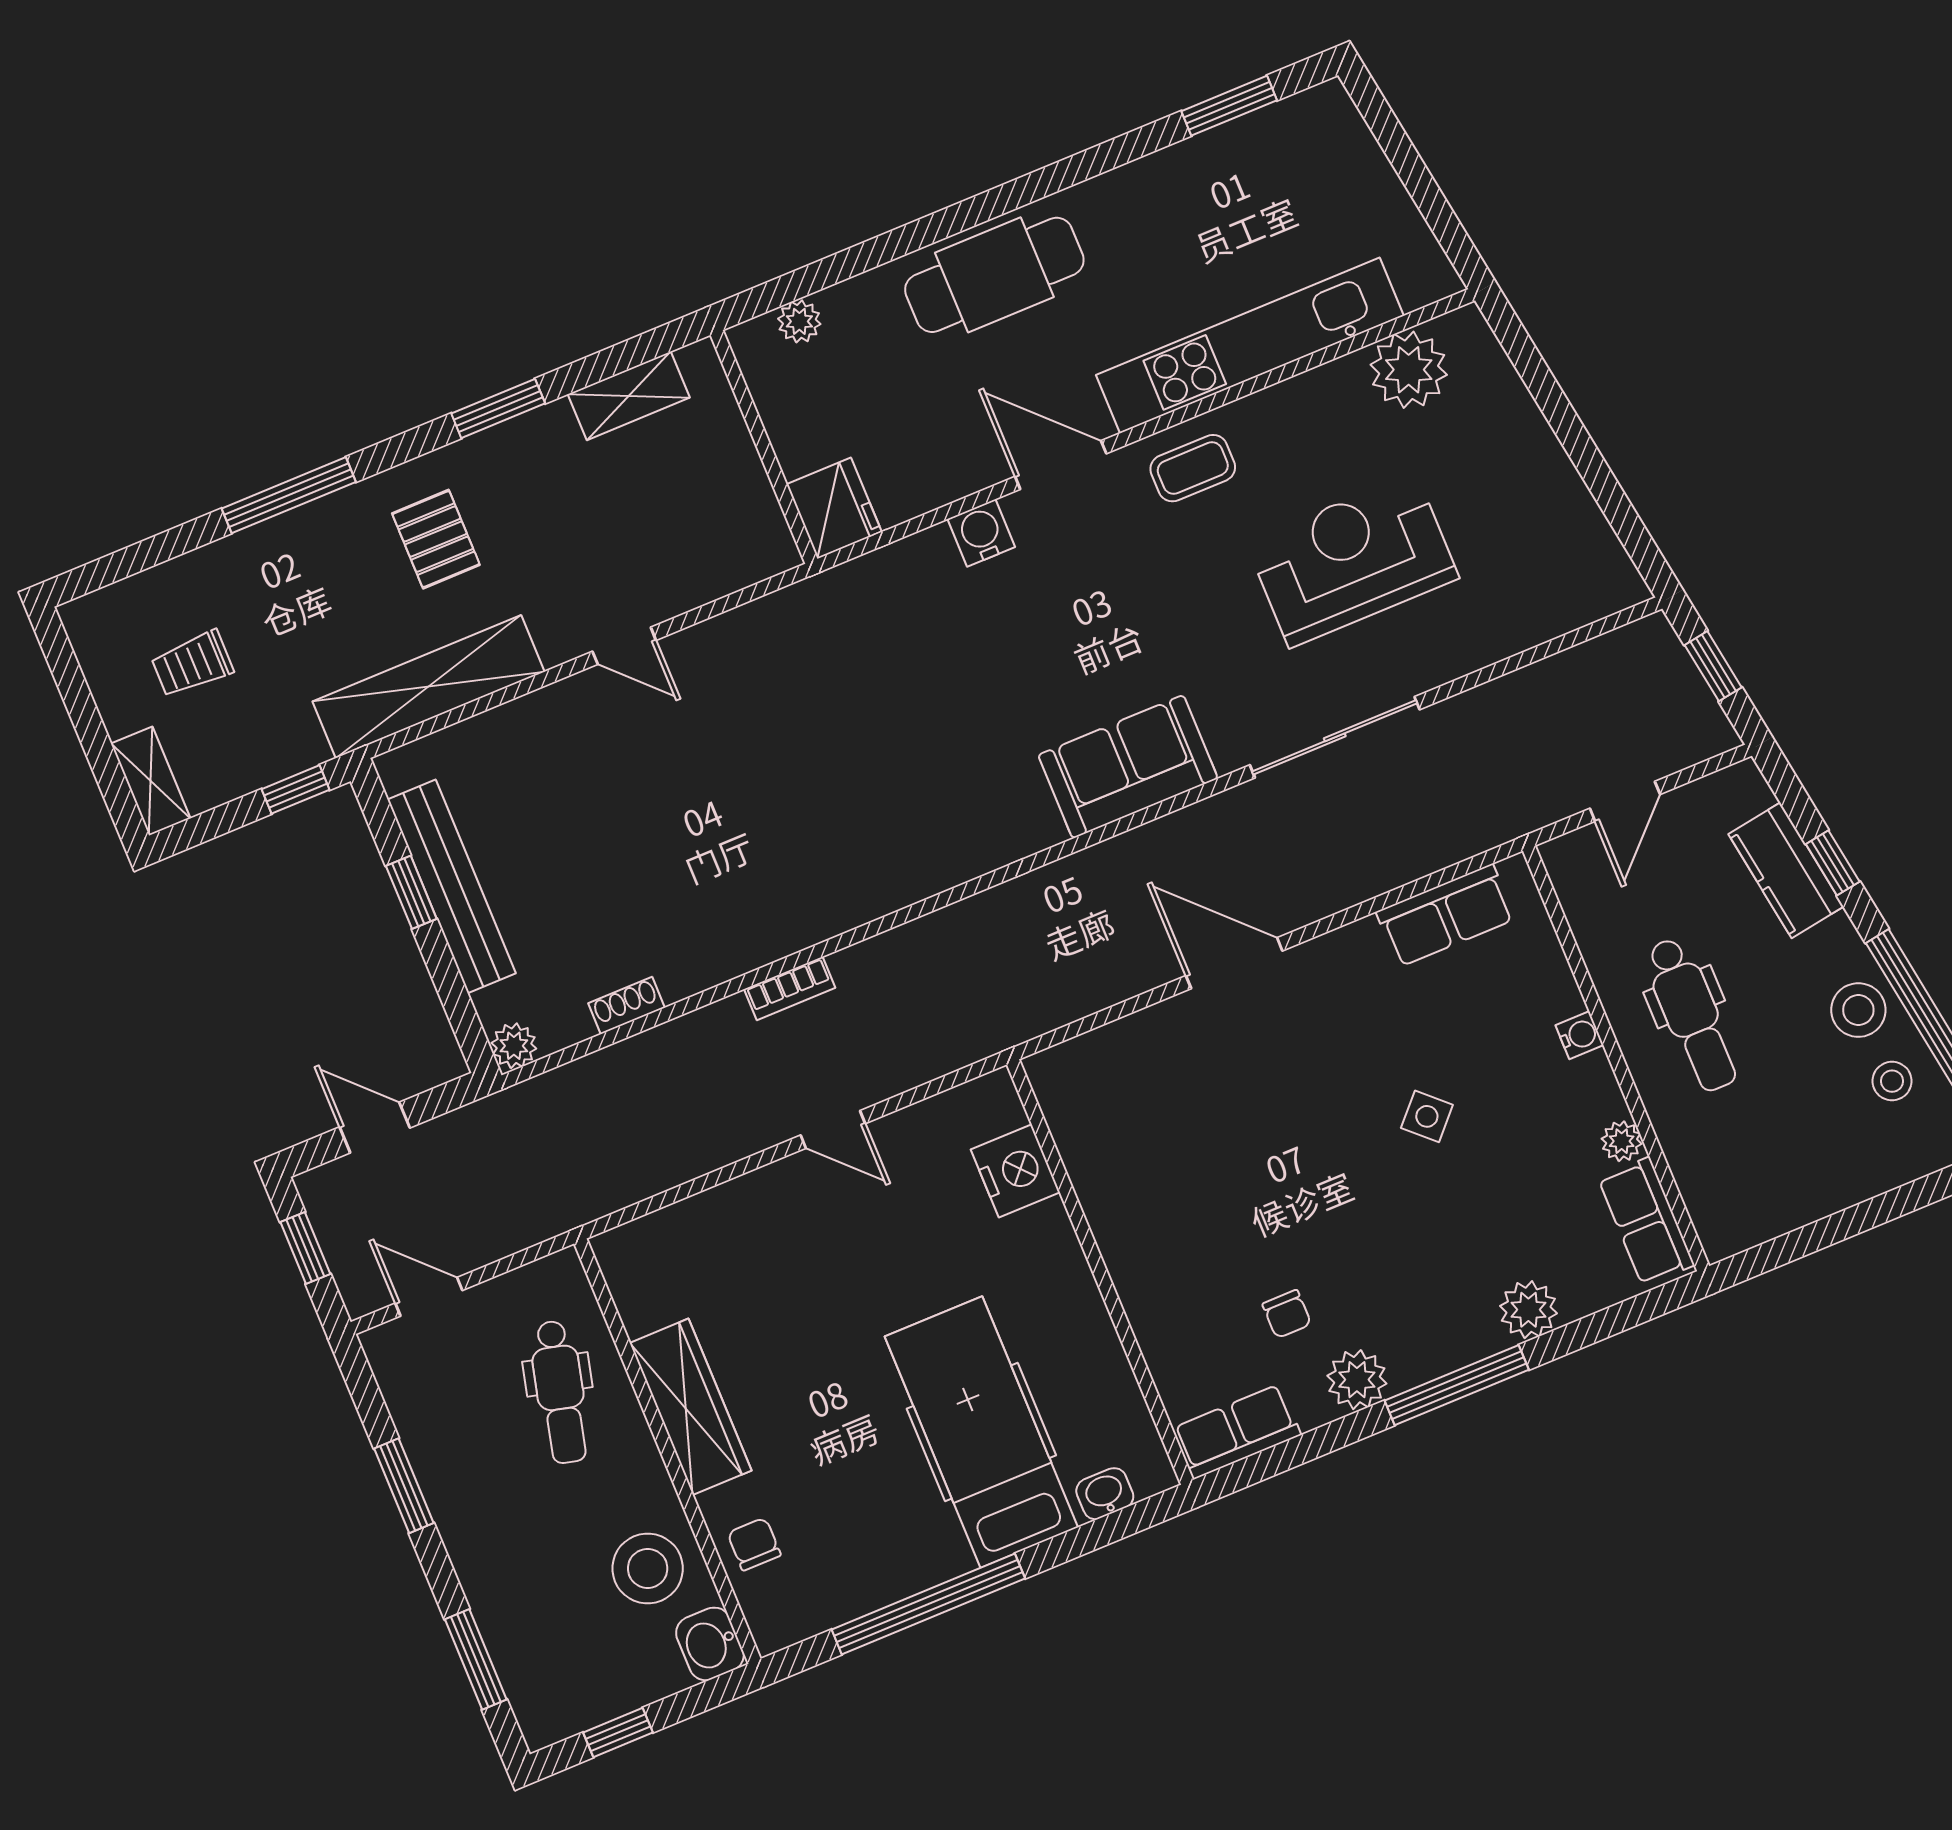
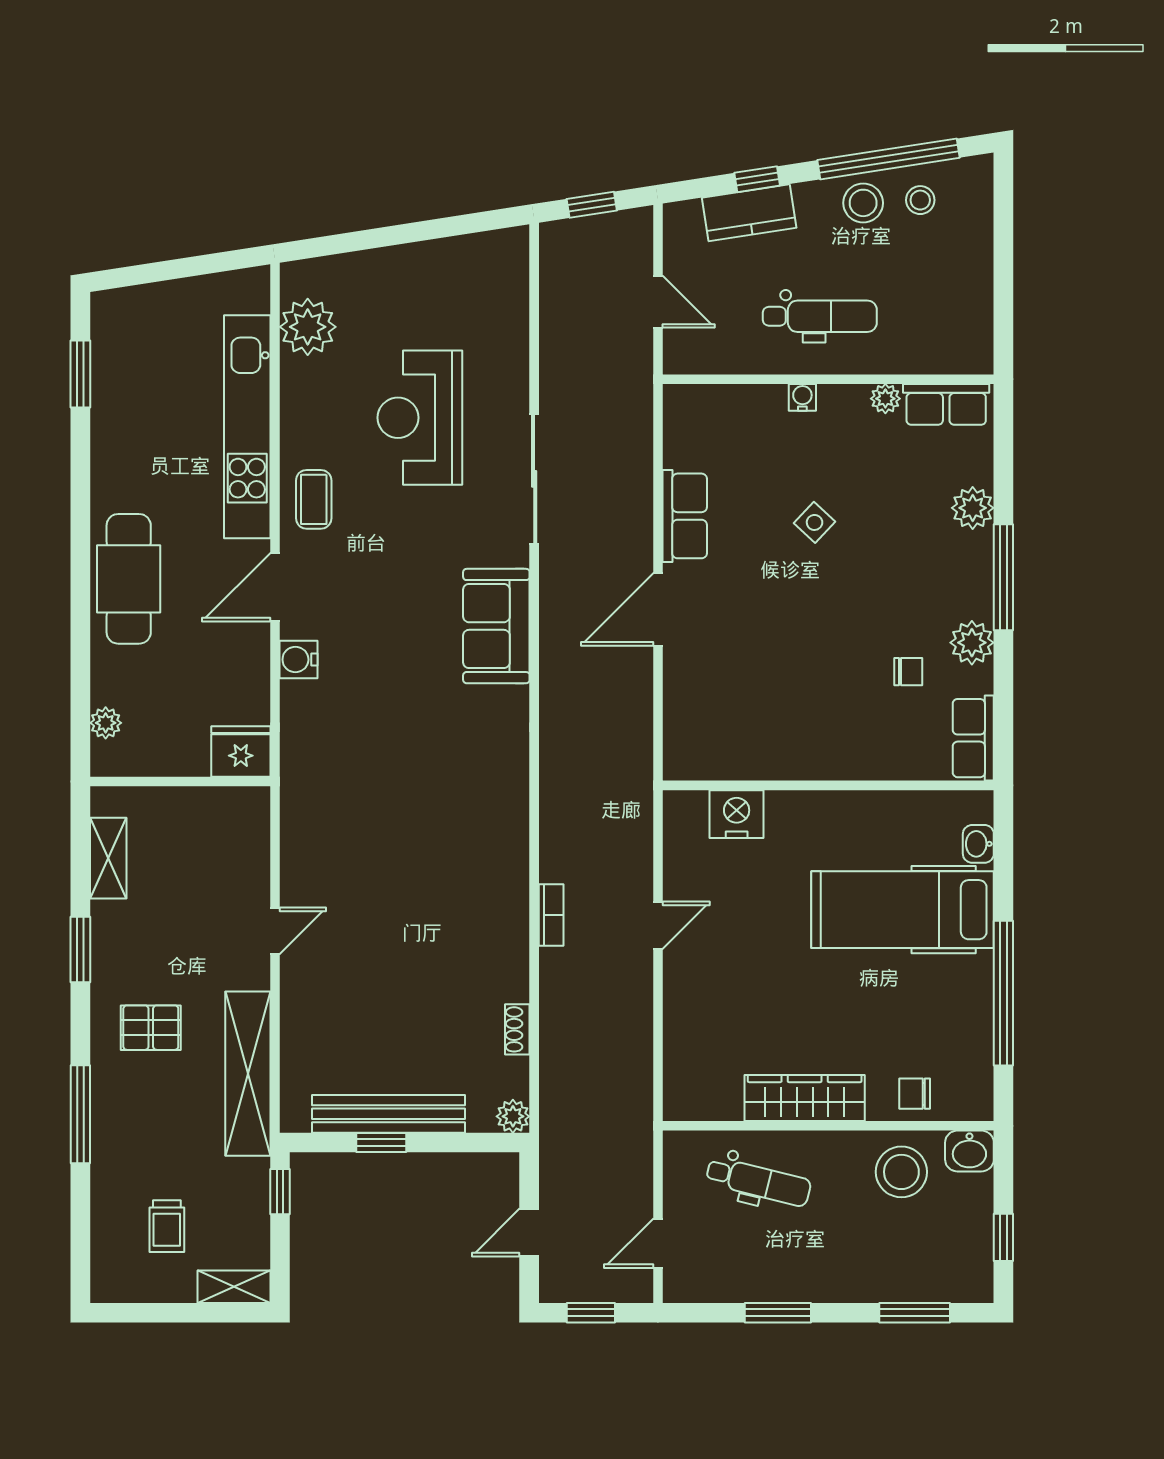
row of seats: (1446, 915) -> (685, 516), moved

